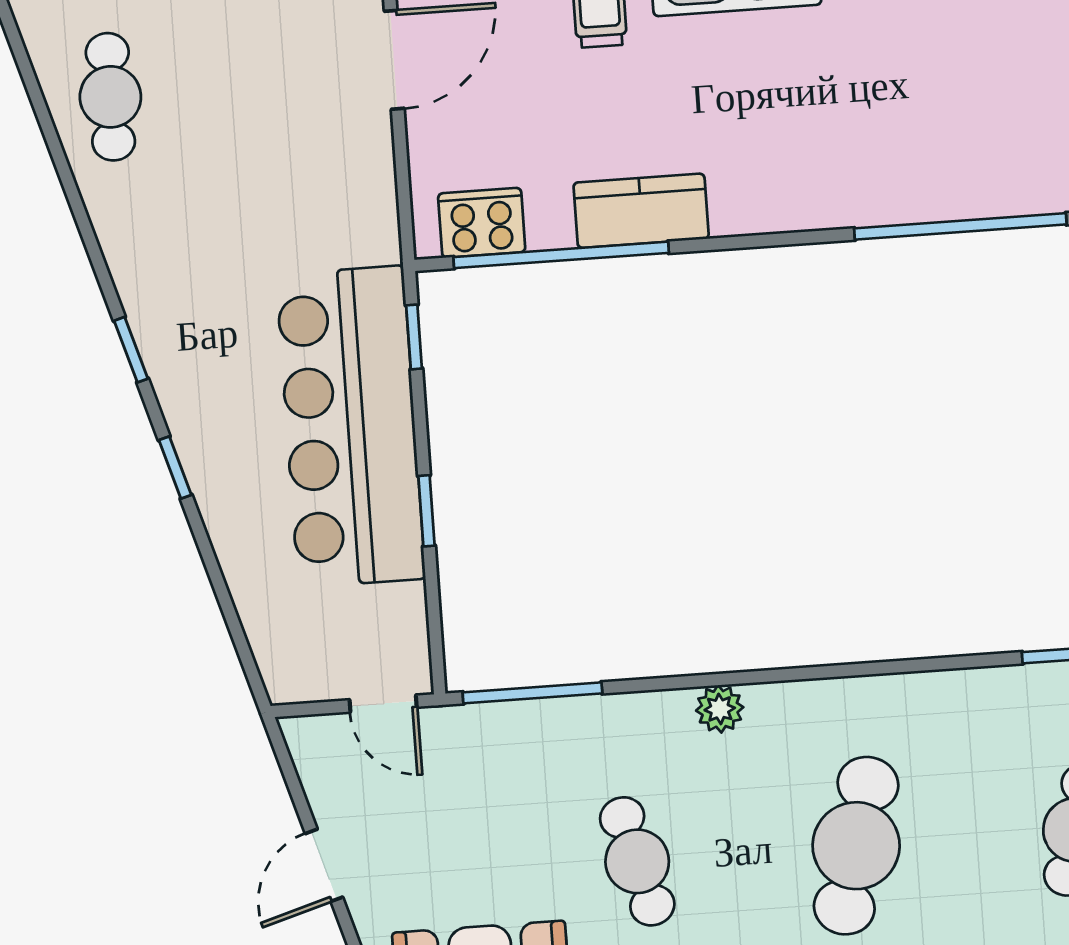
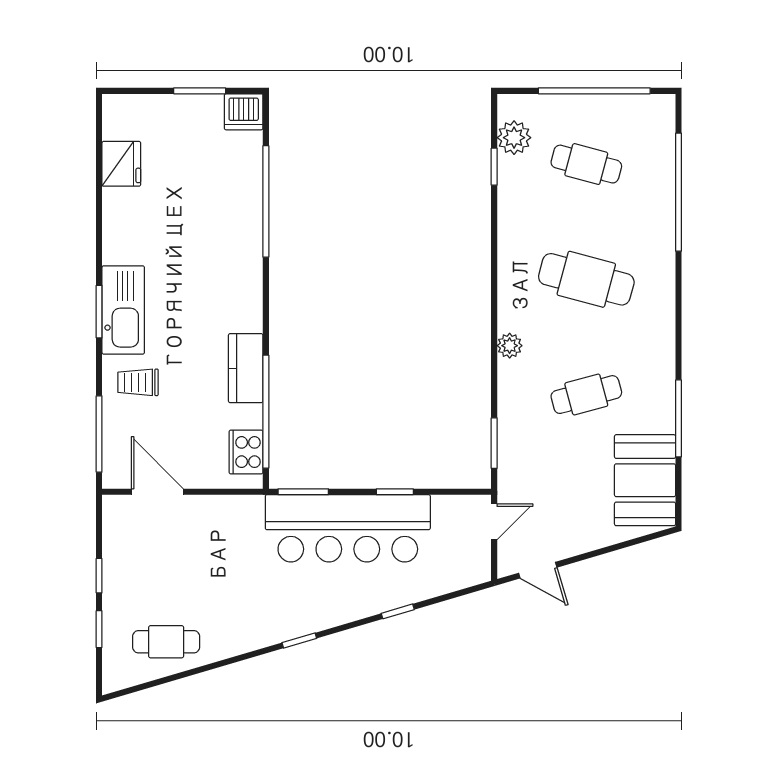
window: (414, 337) -> (303, 492), width x1.50
window: (175, 467) -> (398, 611), moved
window: (532, 693) -> (494, 443), width x0.69
door: (324, 865) -> (538, 570), moved

